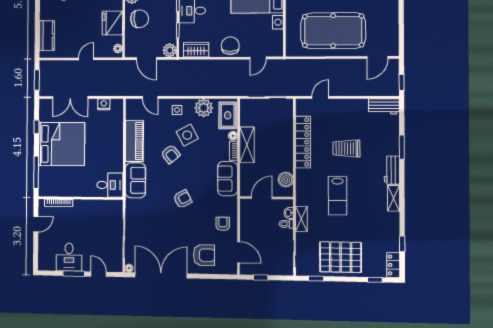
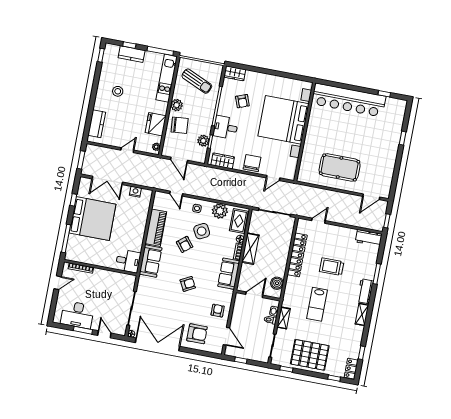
pool table: (333, 31) -> (340, 167), width x0.73, depth x0.76
plant: (170, 50) -> (203, 141), moved
desk: (69, 257) -> (77, 315), width x1.37

